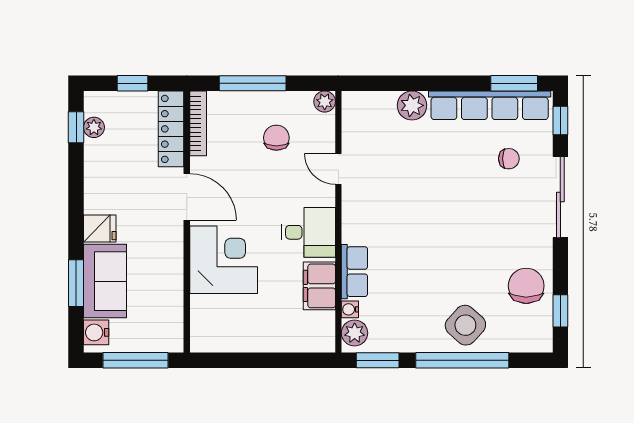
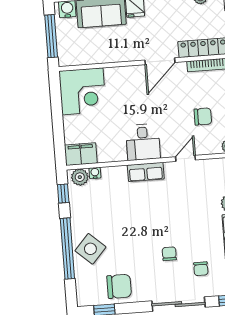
chair: (482, 205) -> (169, 254), added
corner desk: (224, 260) -> (82, 91), moved
row of seats: (354, 272) -> (146, 172), moved
filing cabinet: (319, 286) -> (81, 154), moved
window: (378, 360) -> (63, 194), width x0.67

